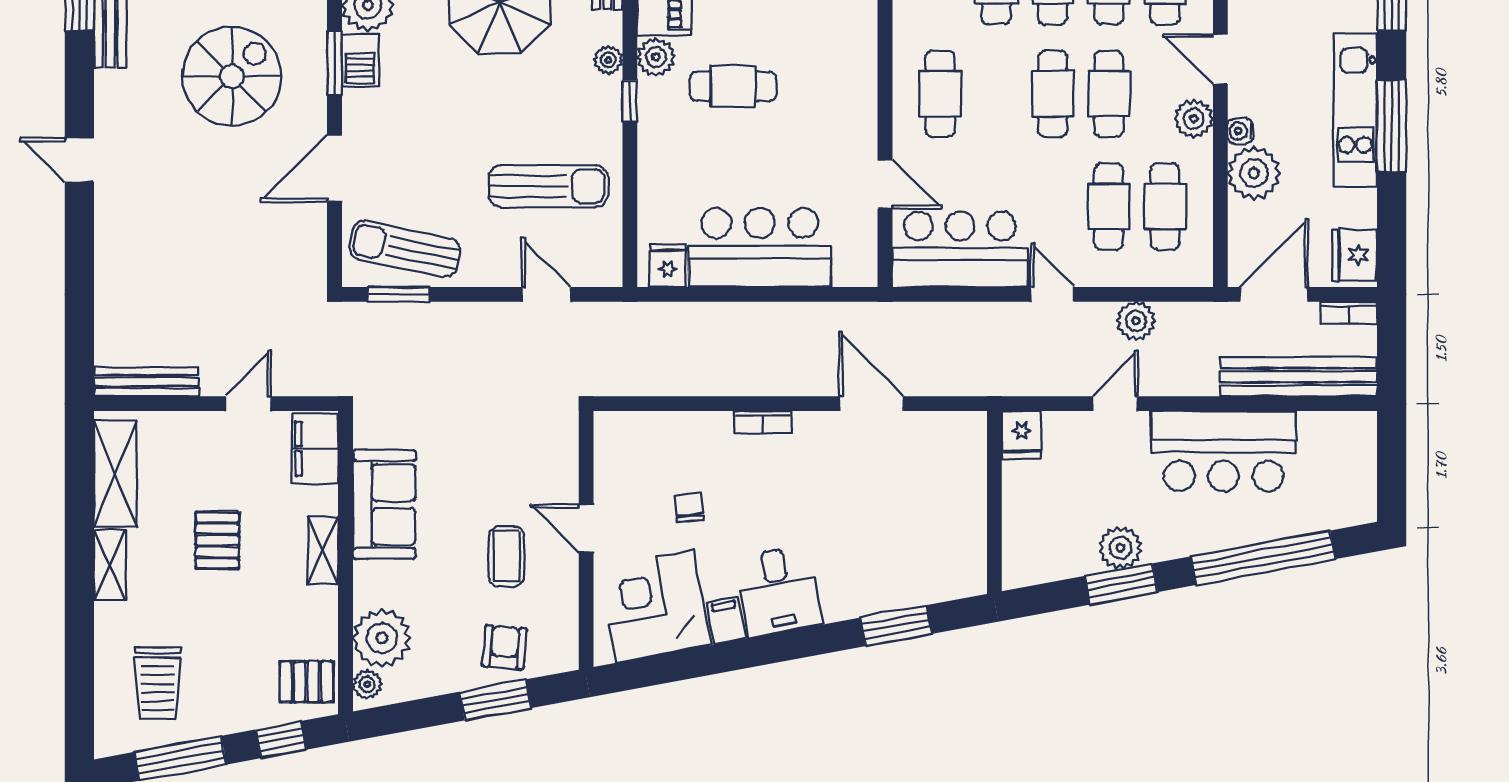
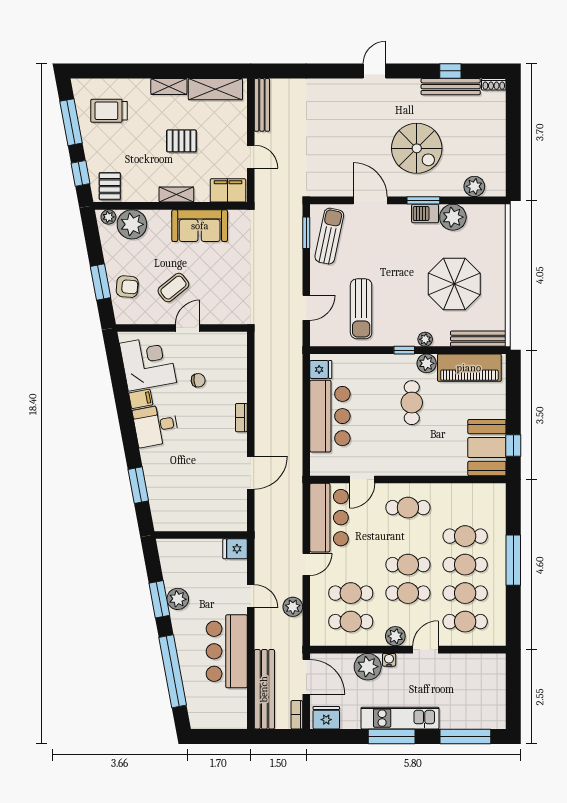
coffee table: (506, 556) -> (173, 288), turned -39

